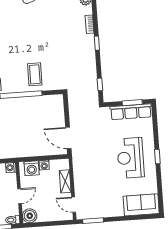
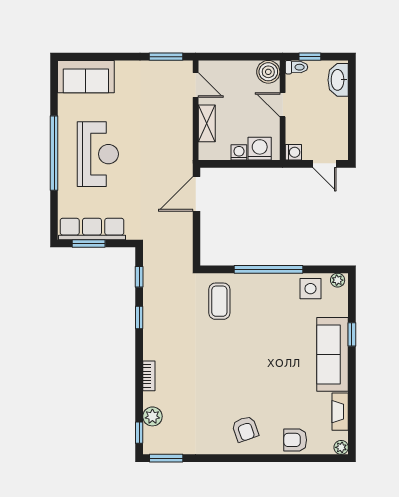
window: (97, 43) -> (139, 317), moved
coffee table: (35, 74) -> (219, 301), moved
door: (68, 138) -> (196, 194), swing flipped
window: (157, 157) -> (54, 153), width x3.17
door: (20, 196) -> (283, 105), hinge flipped

